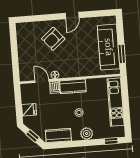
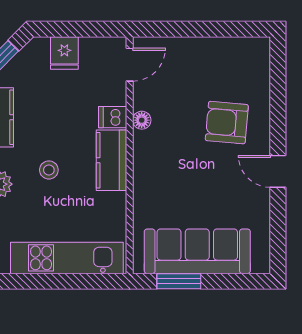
armchair: (53, 39) -> (227, 123), turned -45
door: (42, 81) -> (130, 65), moved

